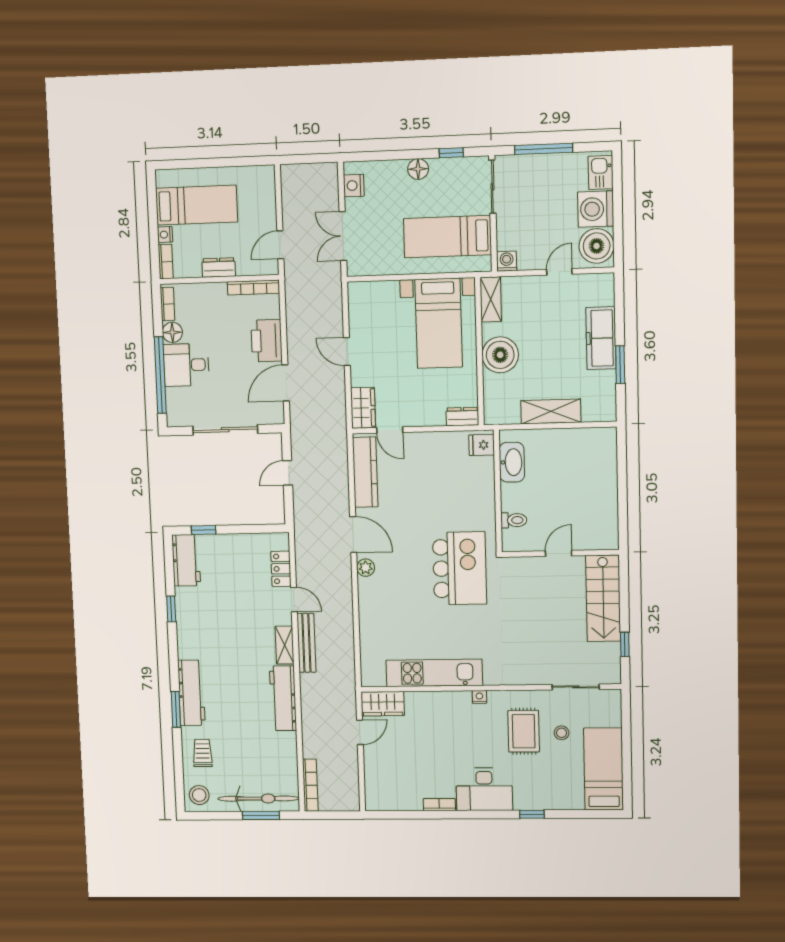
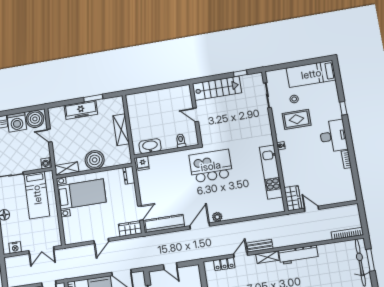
bench: (306, 643) -> (260, 246), width x0.73

